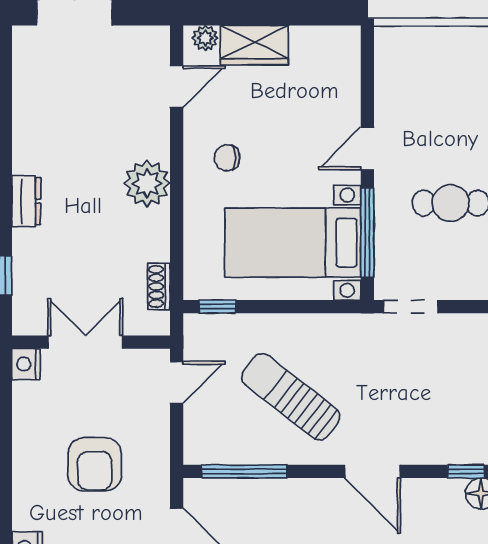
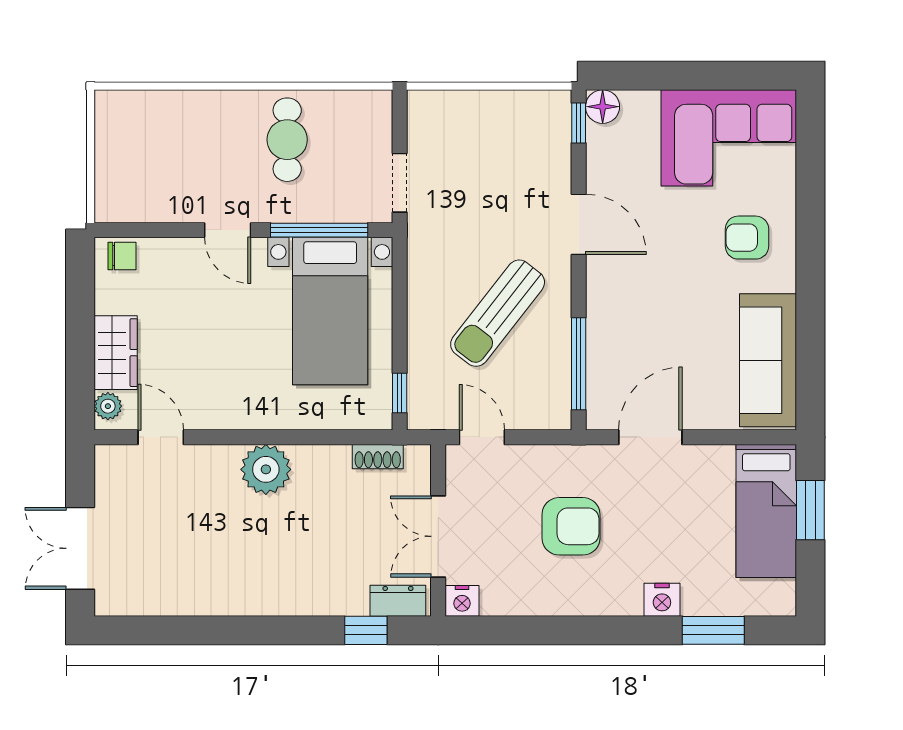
chair: (227, 158) -> (122, 256), moved, turned -90
dresser: (26, 201) -> (398, 601), moved
door: (373, 471) -> (579, 224), hinge flipped

